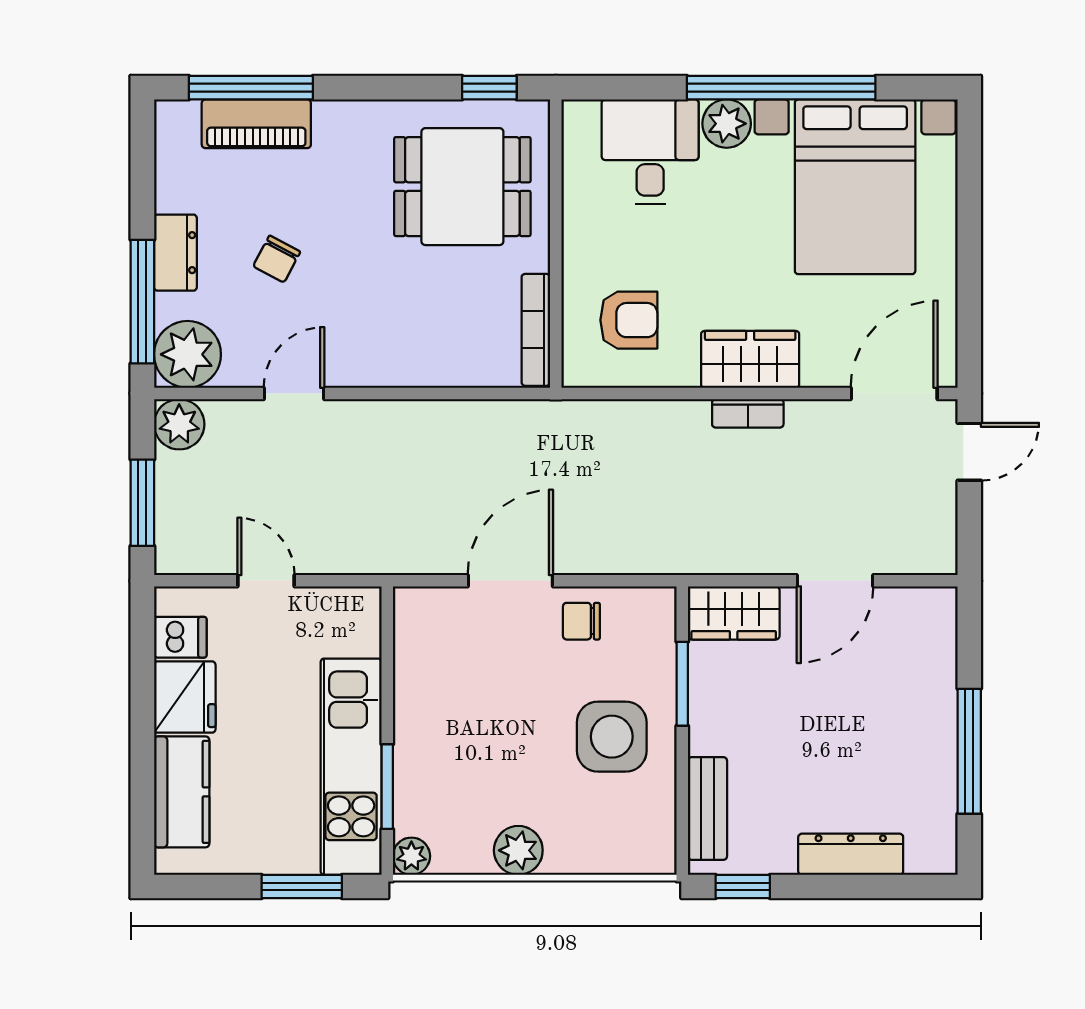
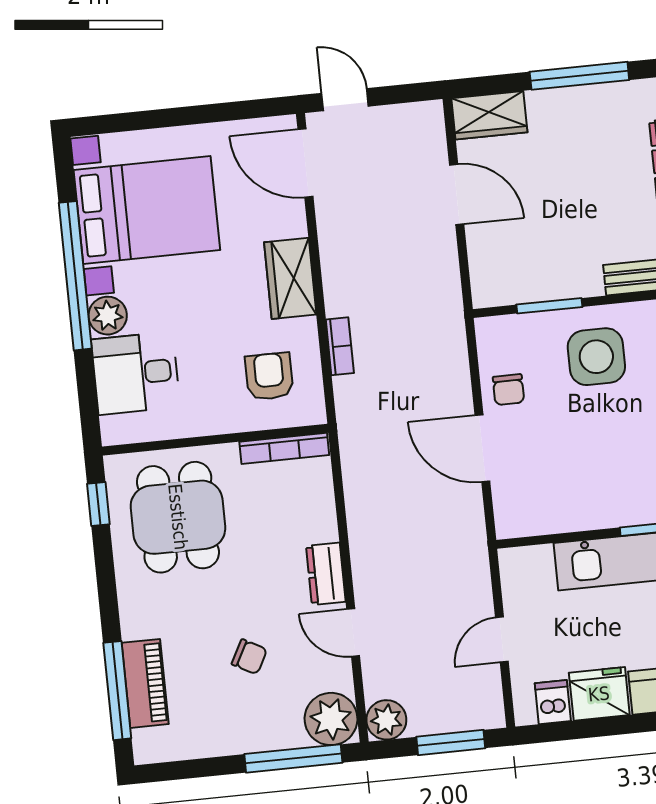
dresser: (175, 253) -> (326, 574), moved, turned -90
bookcase: (748, 413) -> (340, 346), moved
wardrobe: (734, 613) -> (489, 115), moved, turned 90

